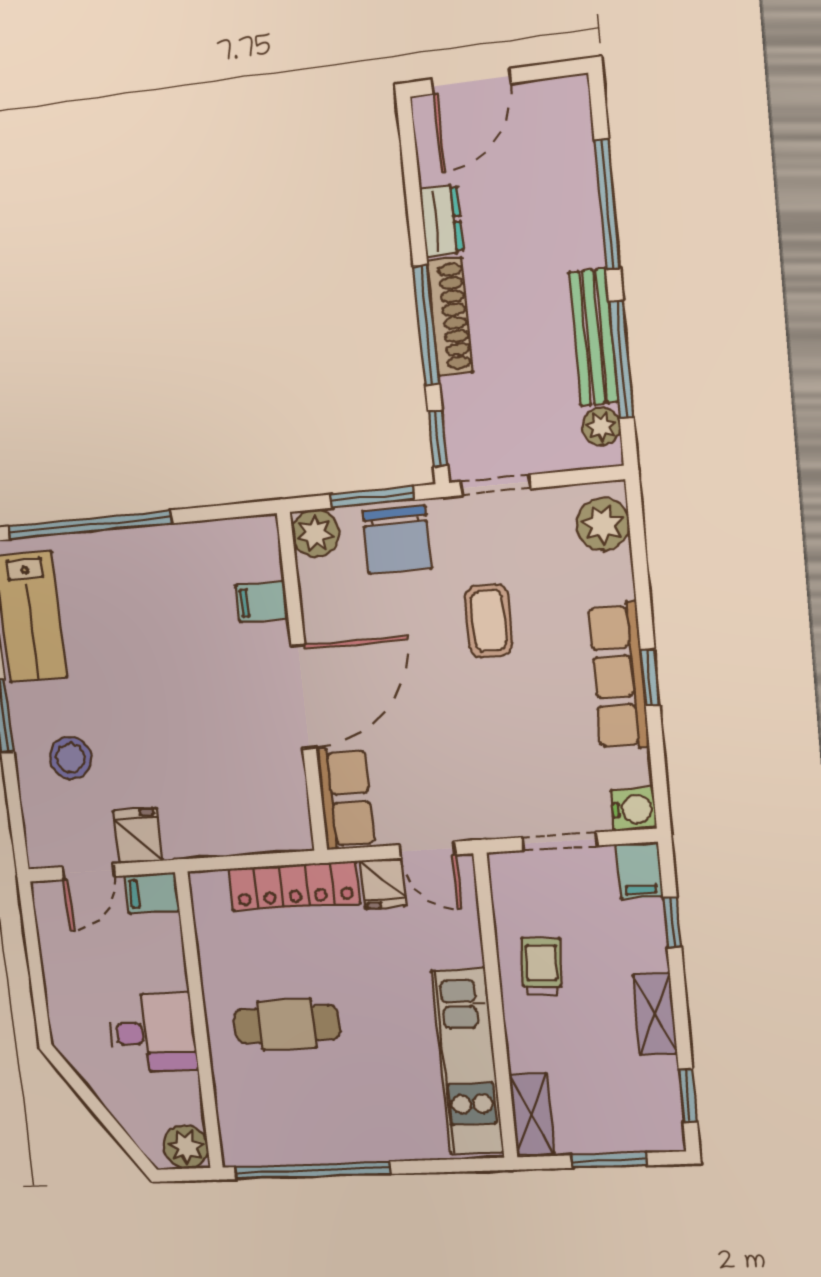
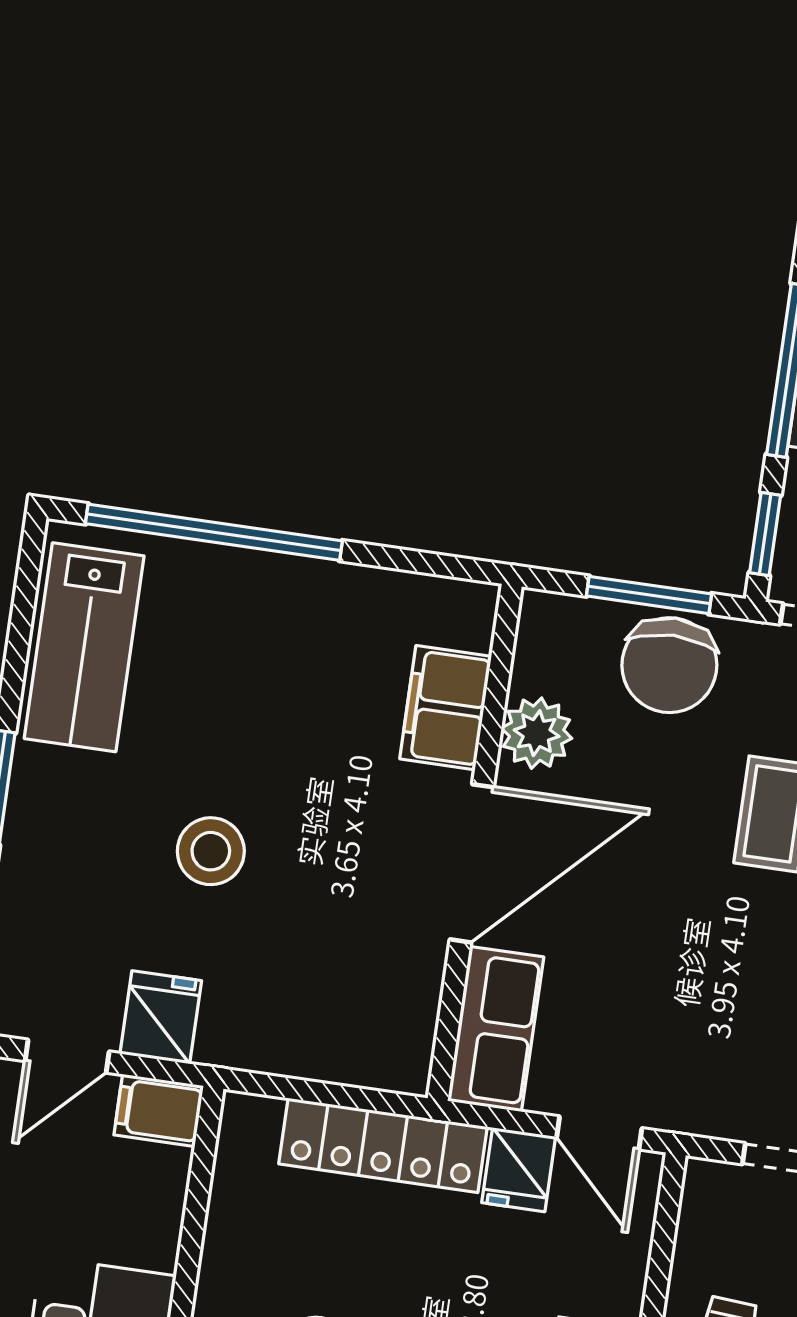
plant: (316, 533) -> (537, 733), moved
filing cabinet: (262, 601) -> (446, 708), width x2.00
stool: (71, 758) -> (211, 851), moved

